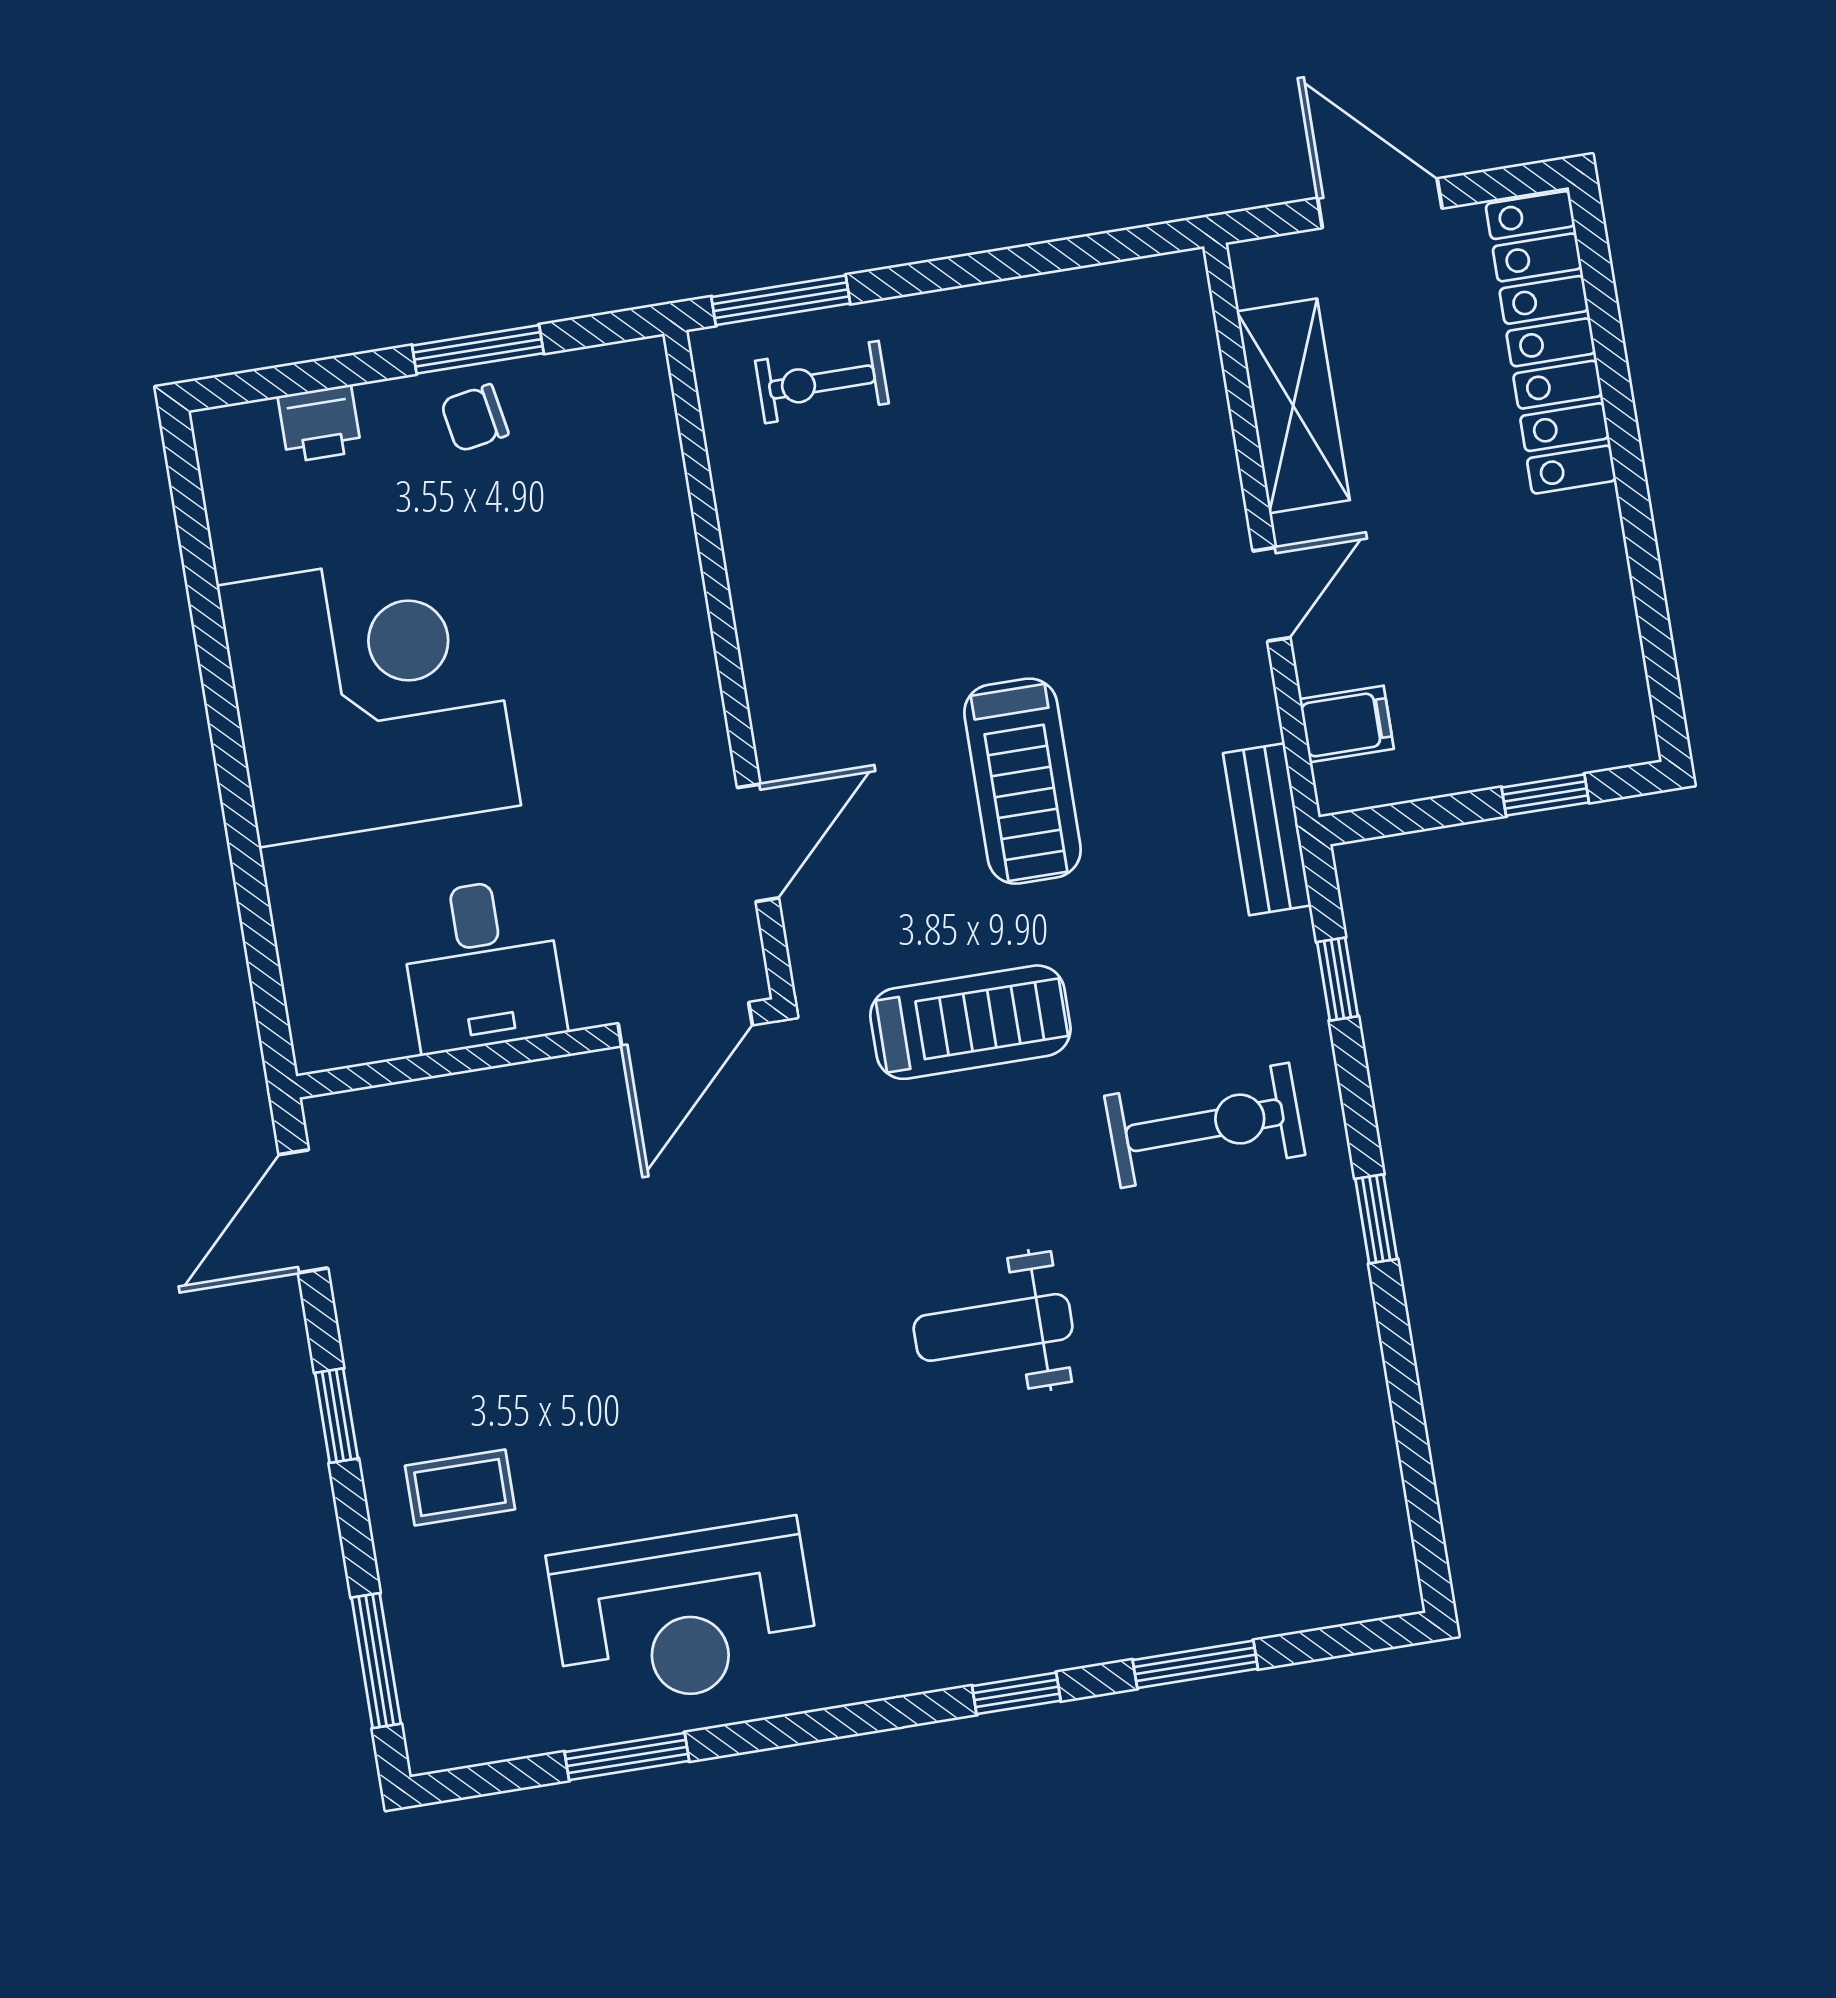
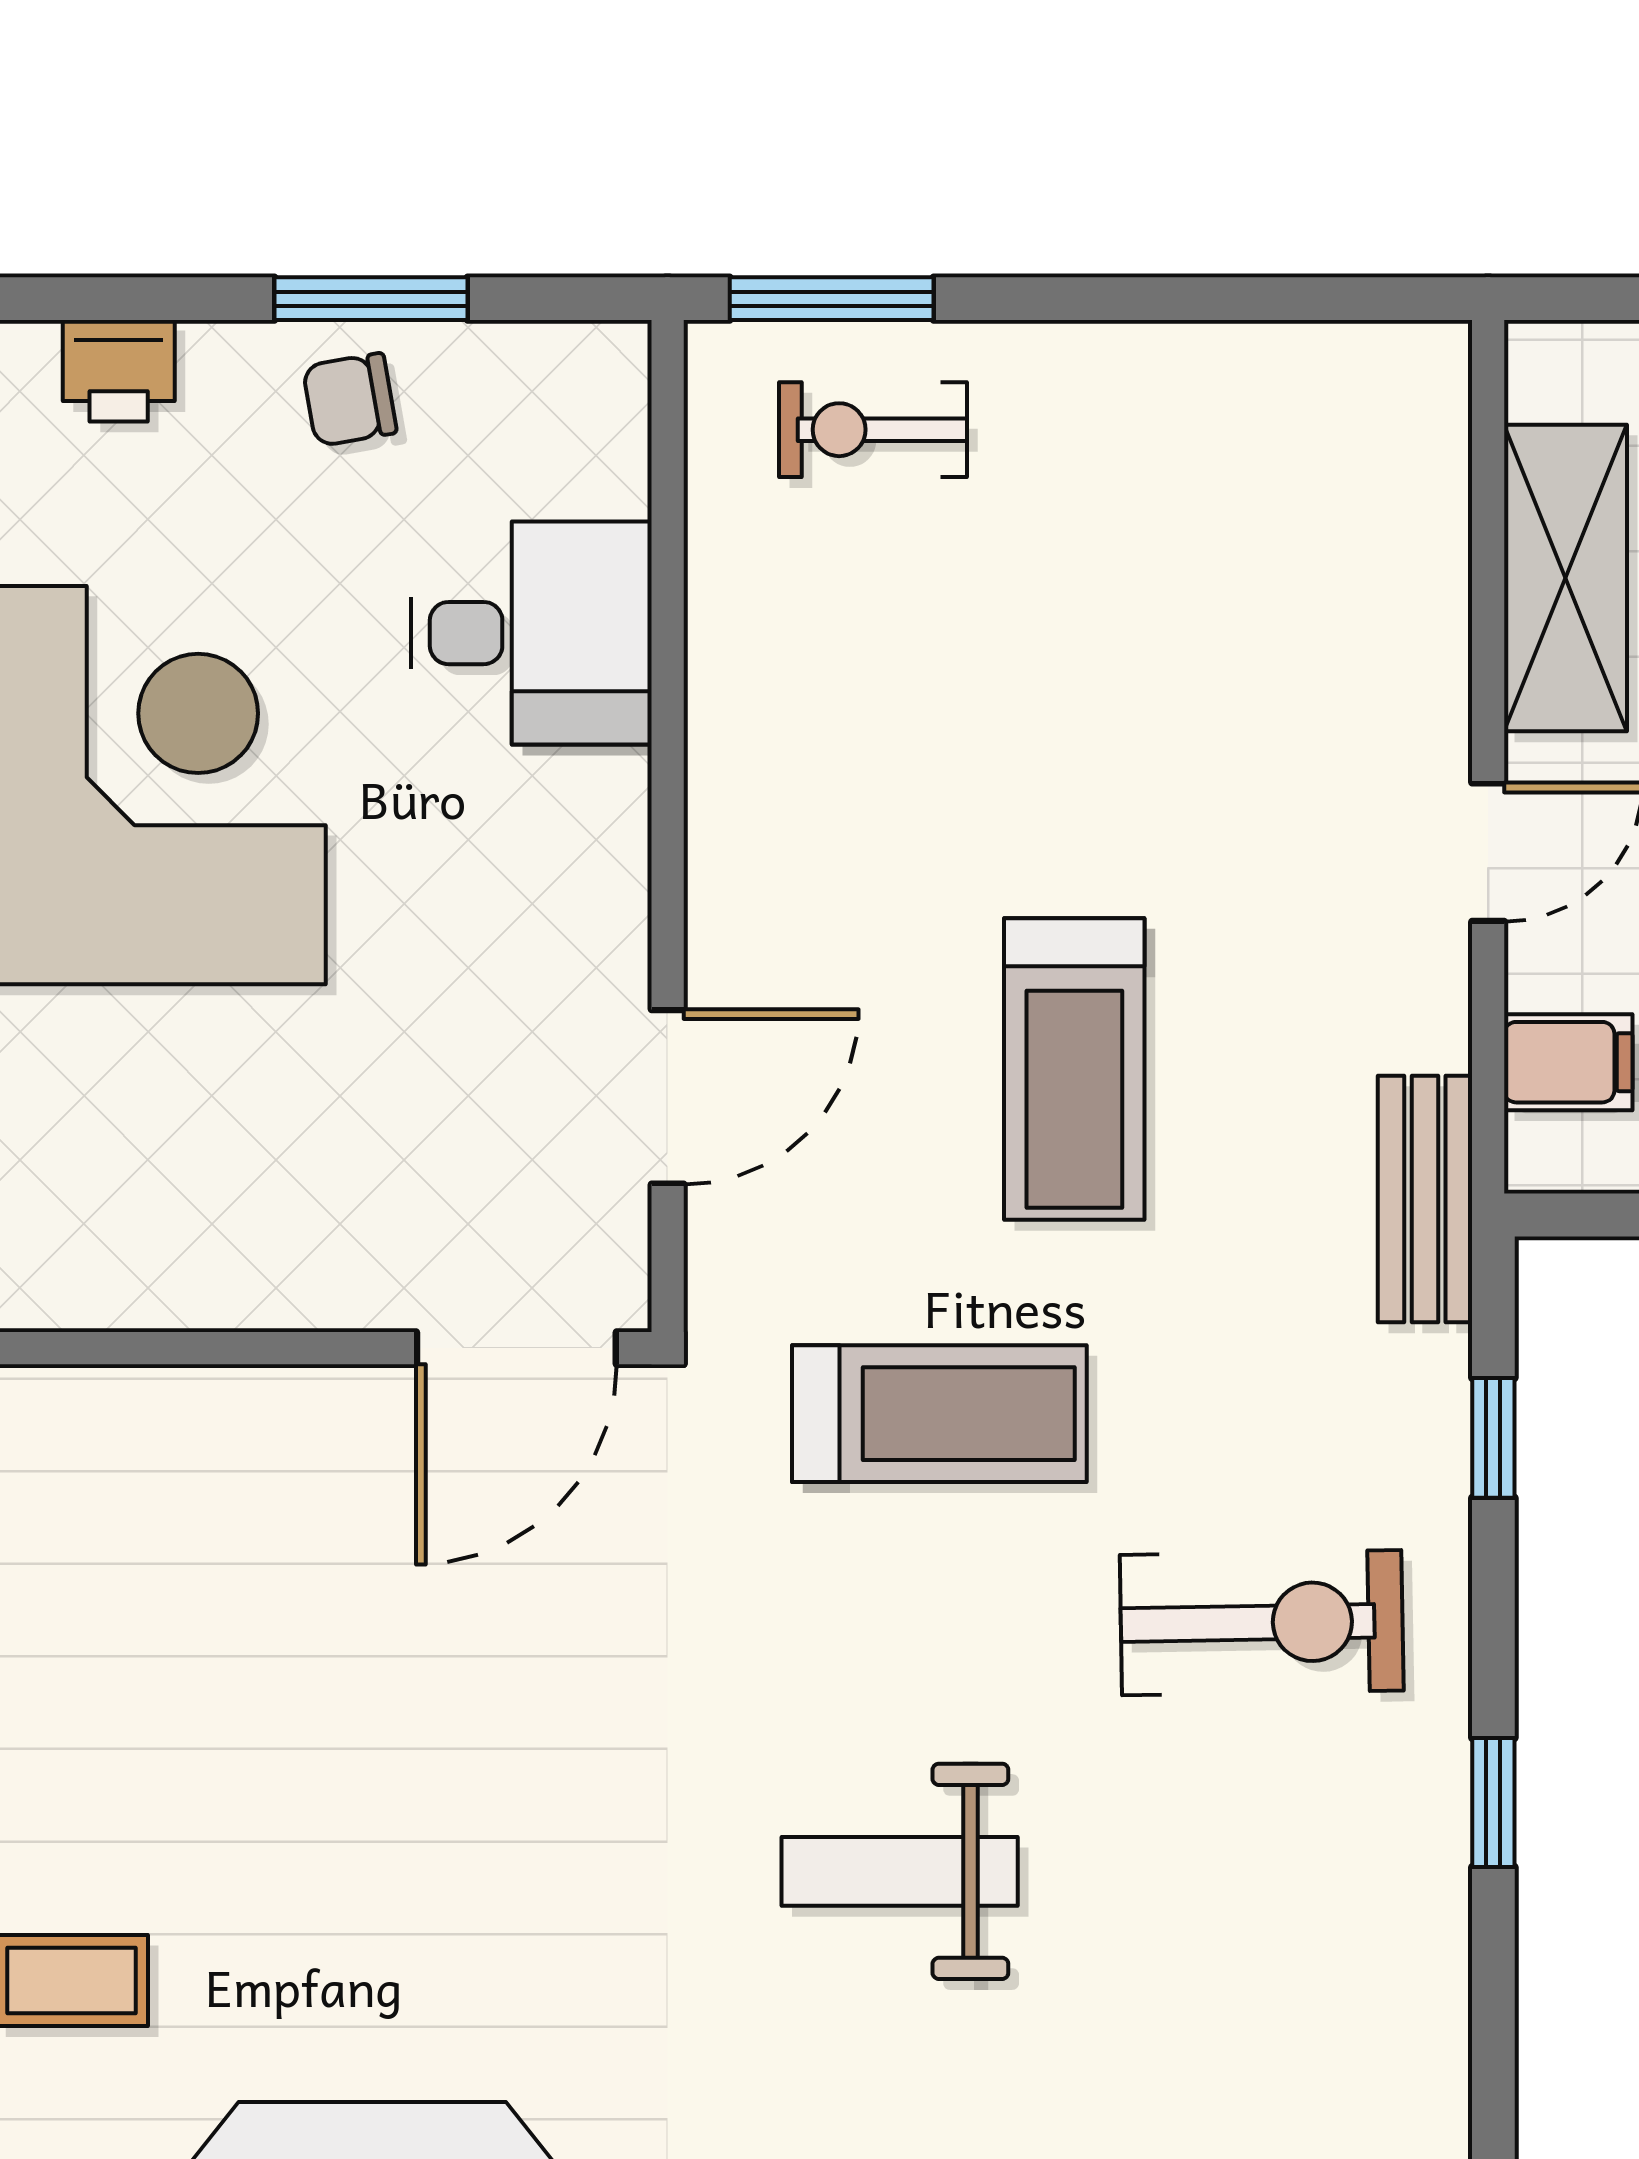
desk: (482, 965) -> (531, 633), moved, turned -90

